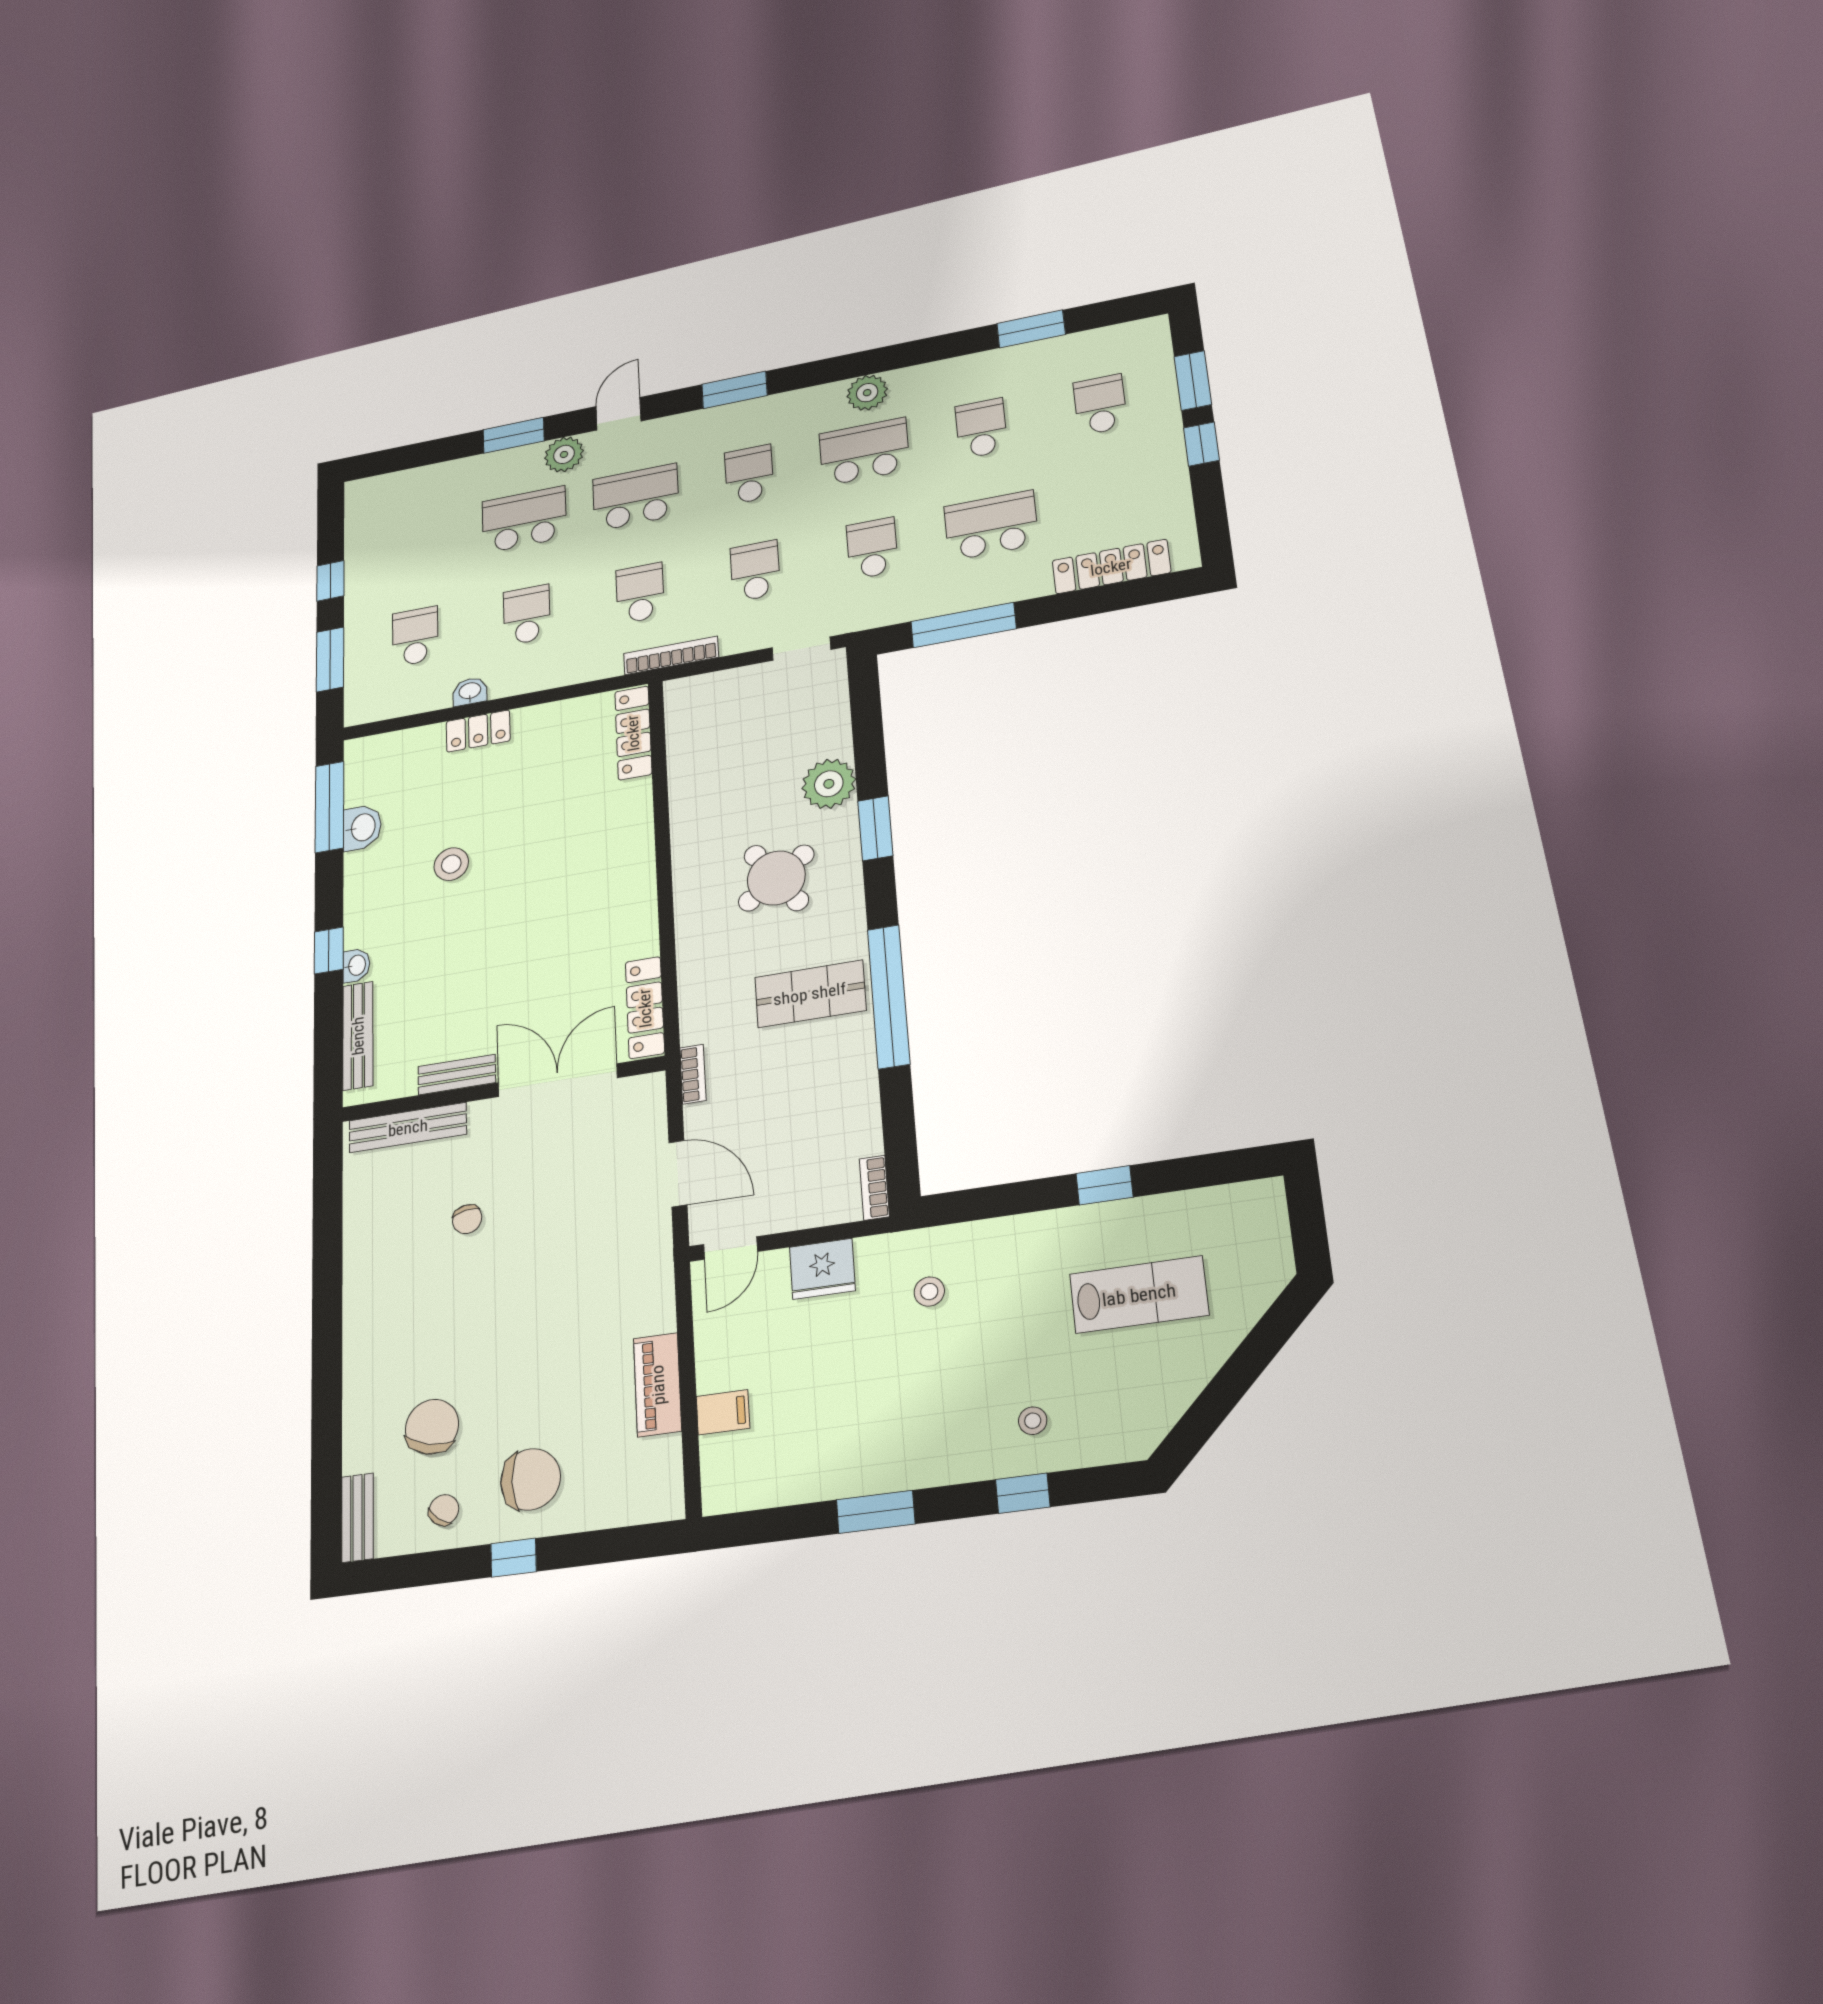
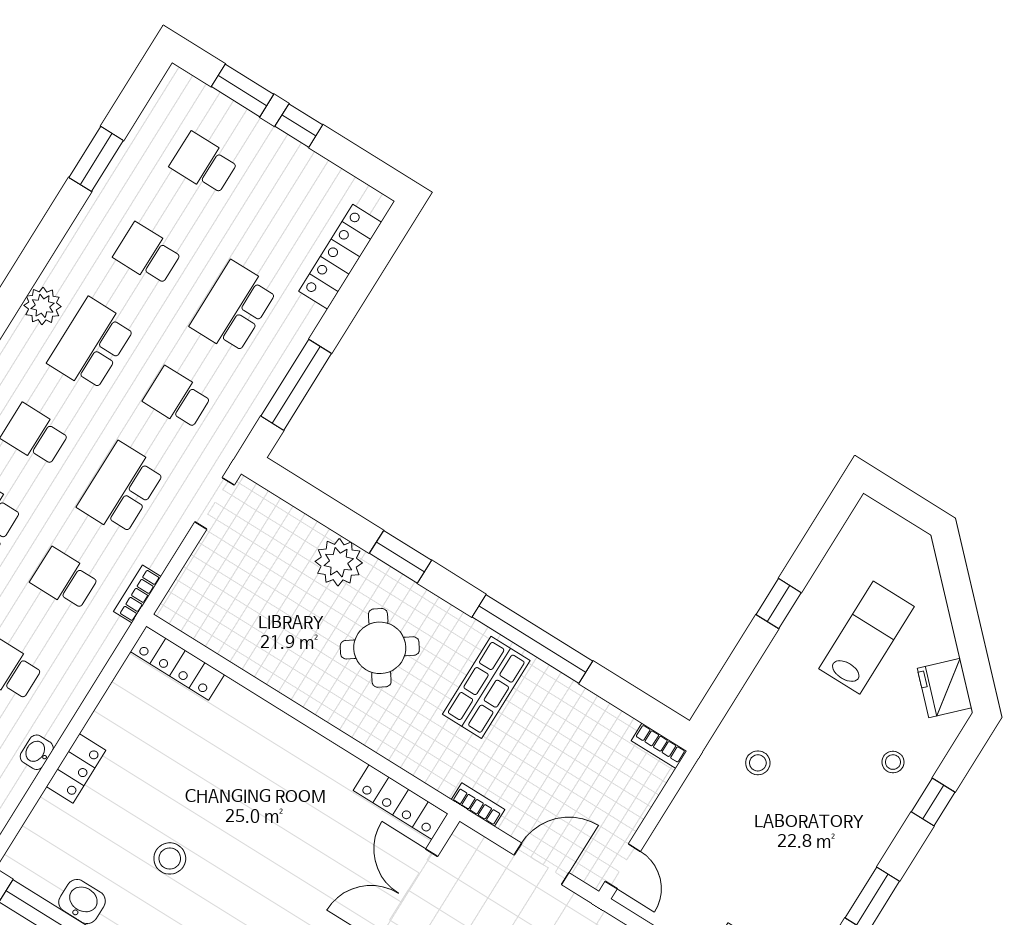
school desk: (755, 571) -> (121, 489), width x1.85
bookcase: (671, 655) -> (137, 594), width x0.64
fridge: (822, 1269) -> (945, 688), moved, turned 135

